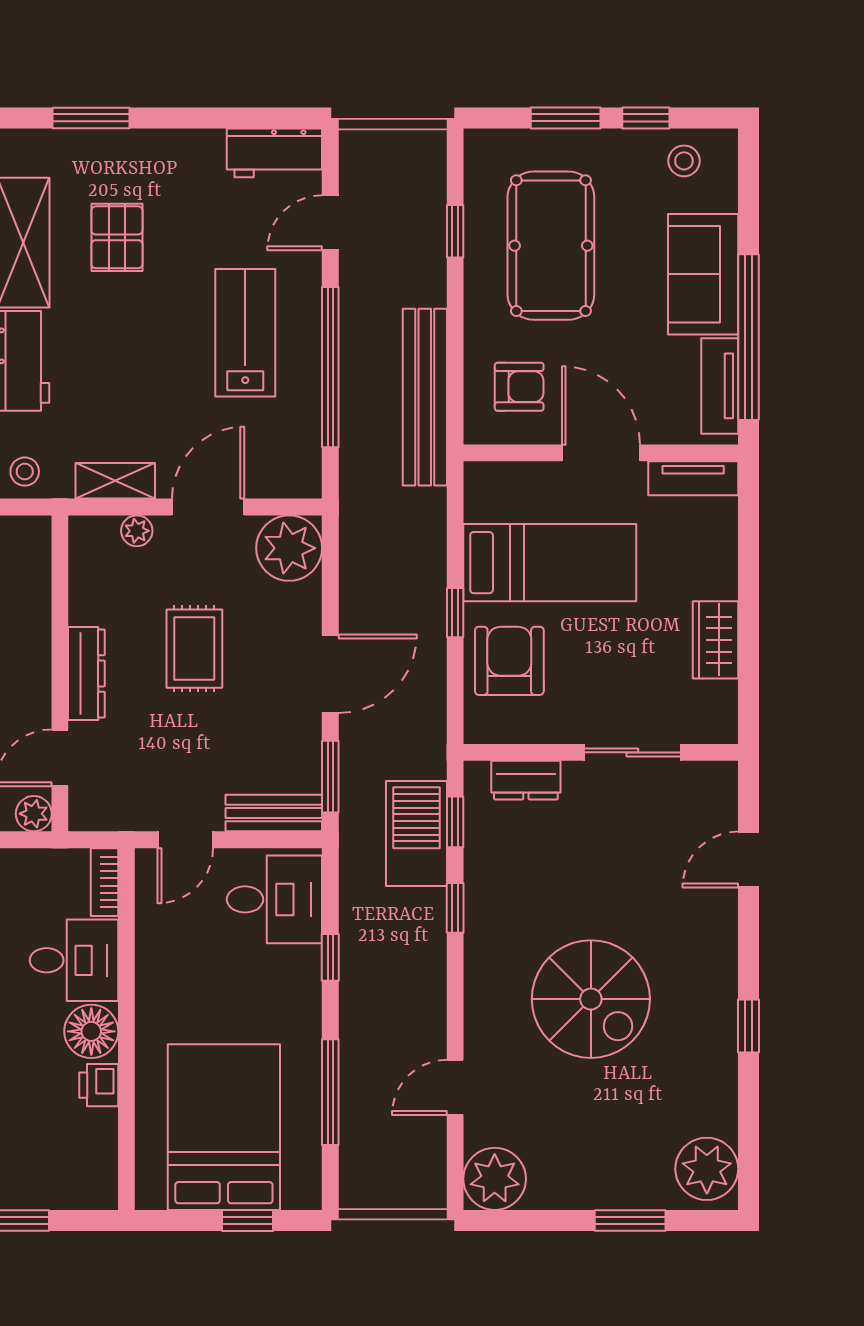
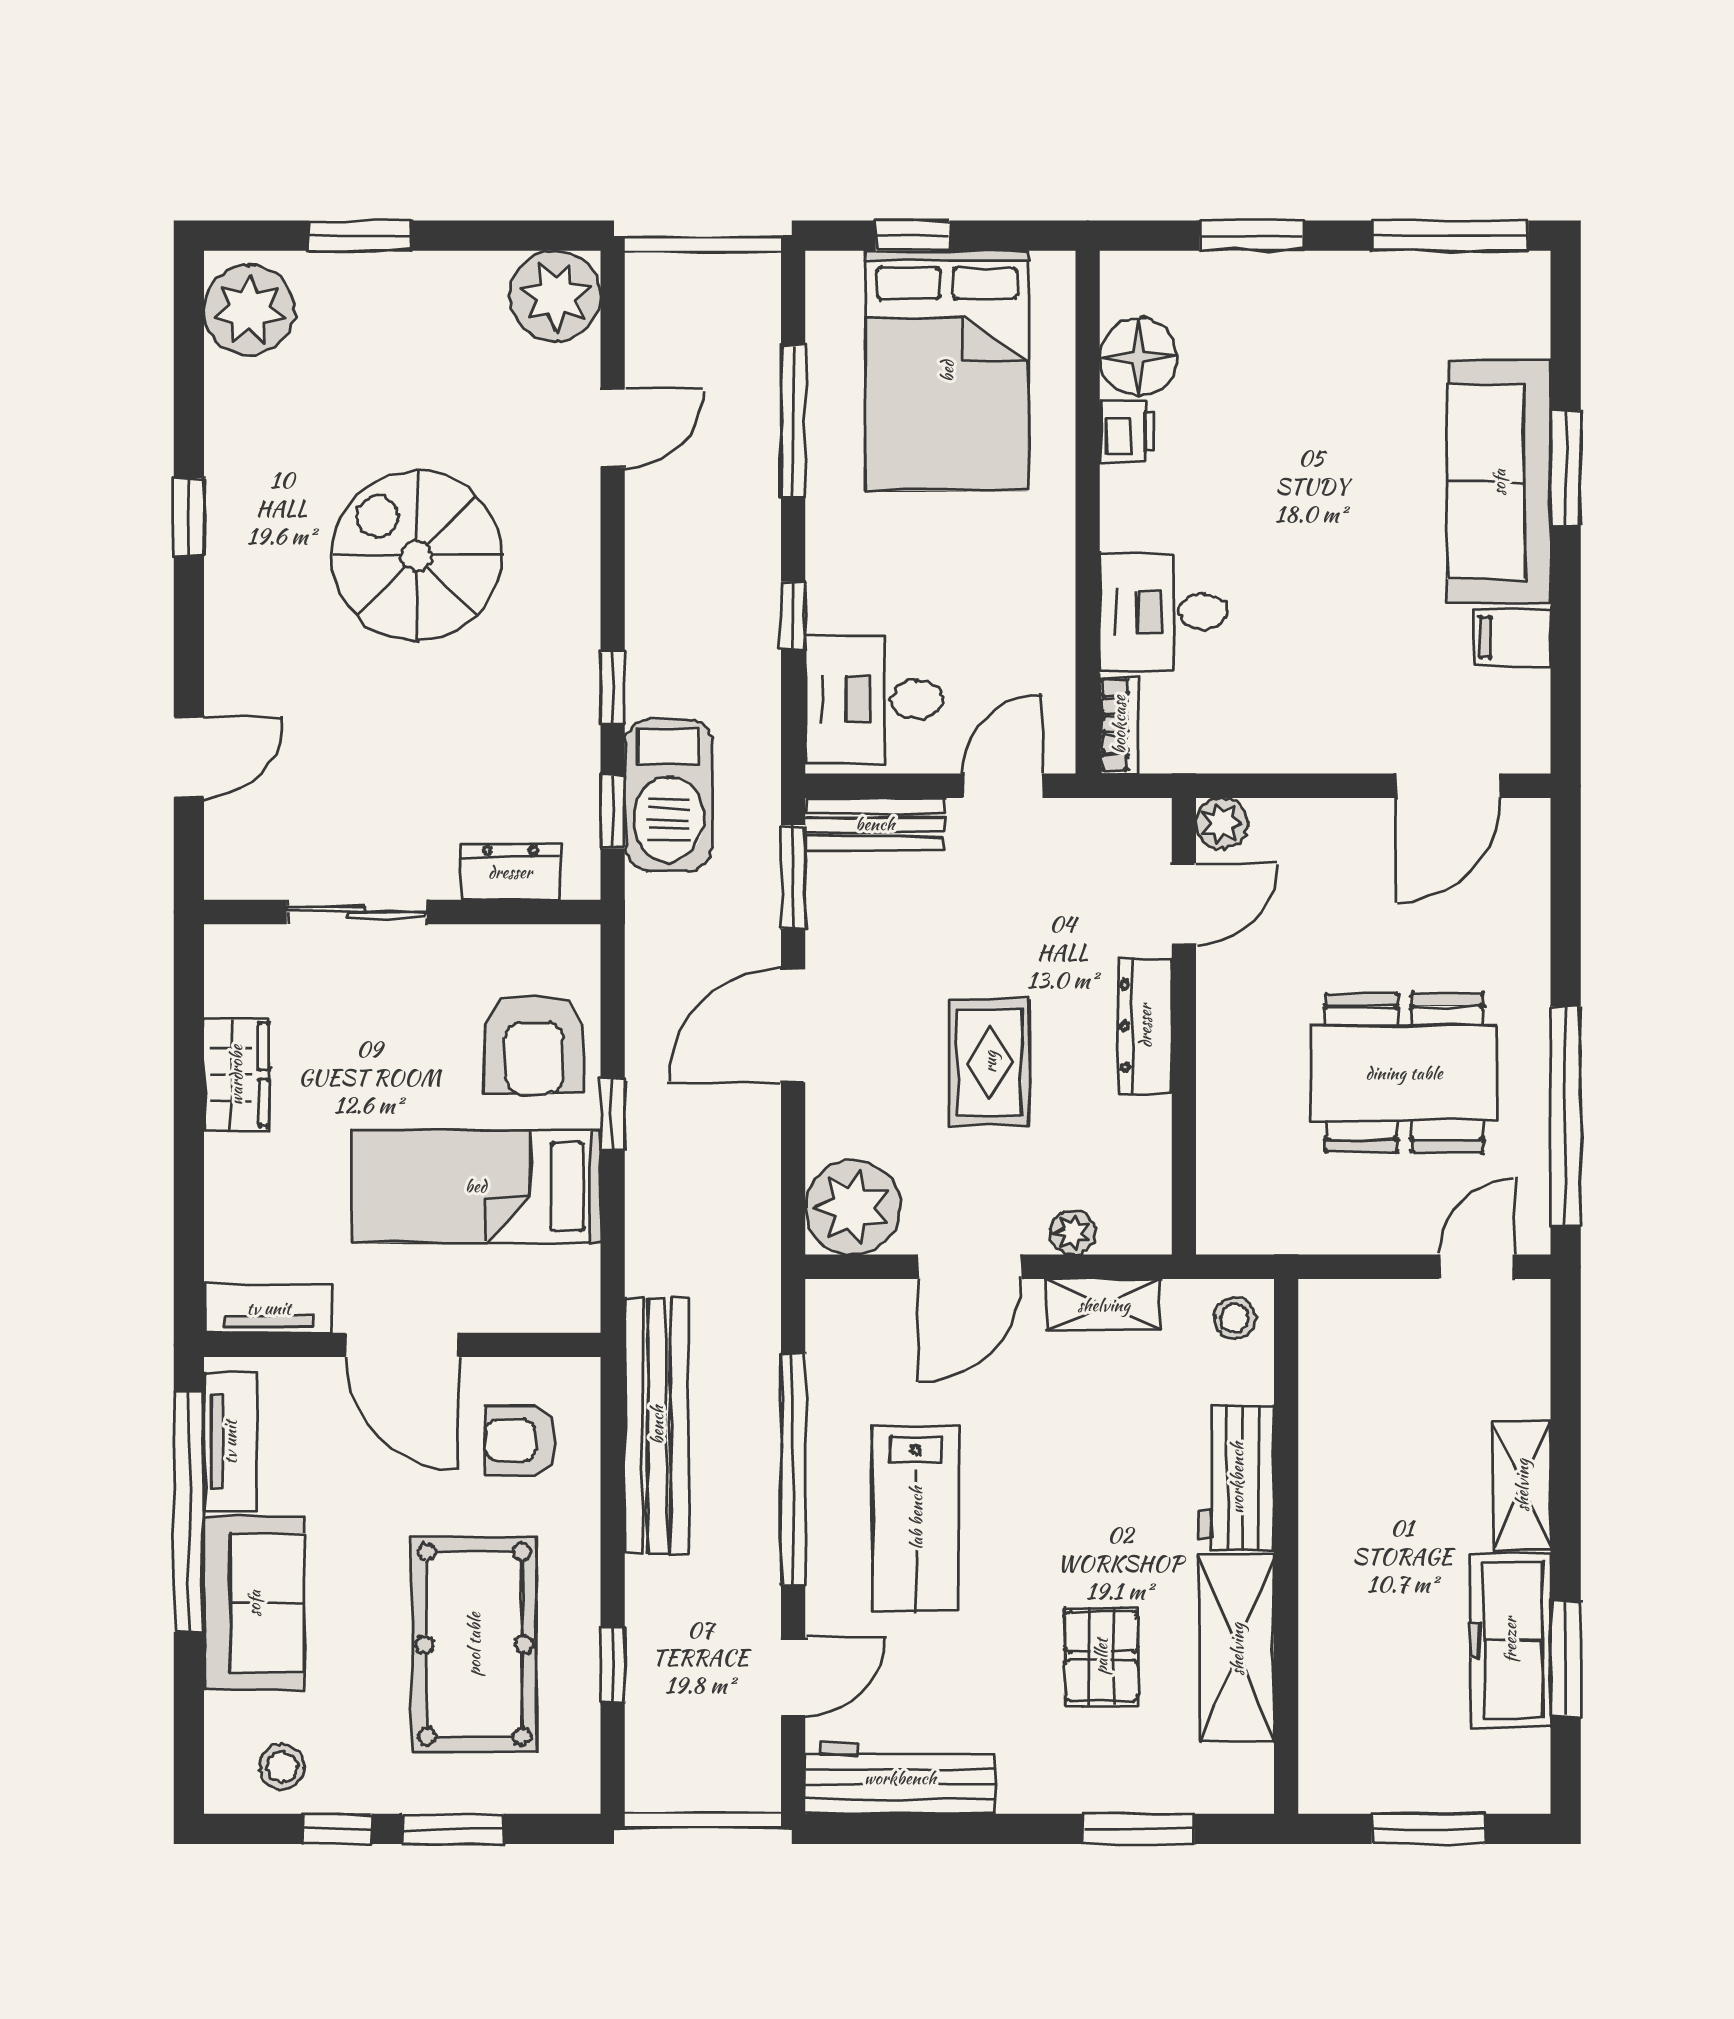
workbench: (274, 153) -> (900, 1778), width x1.38
floor lamp: (91, 1031) -> (1138, 357), moved

